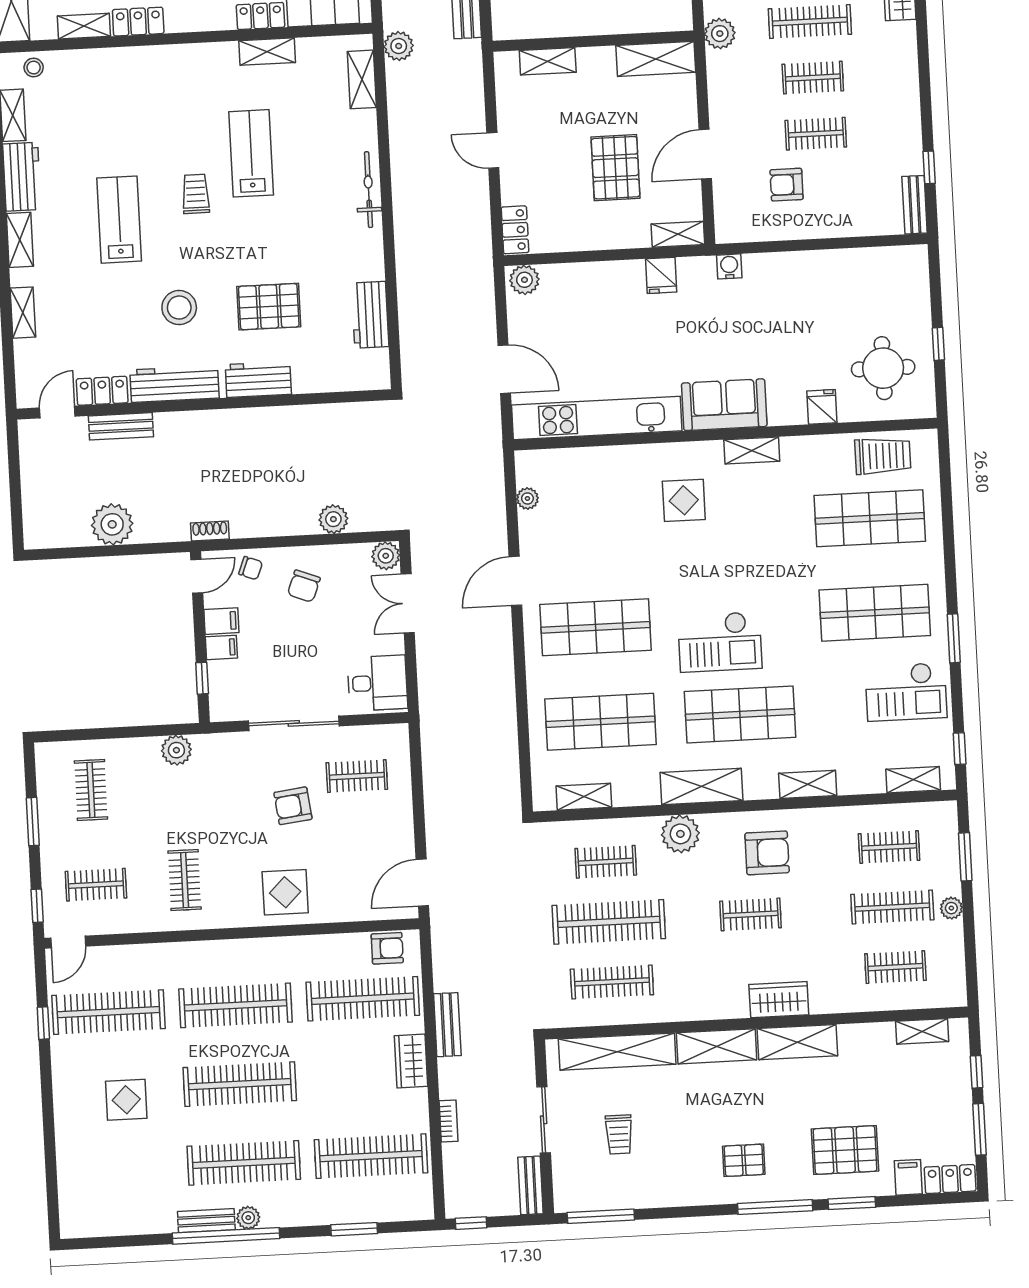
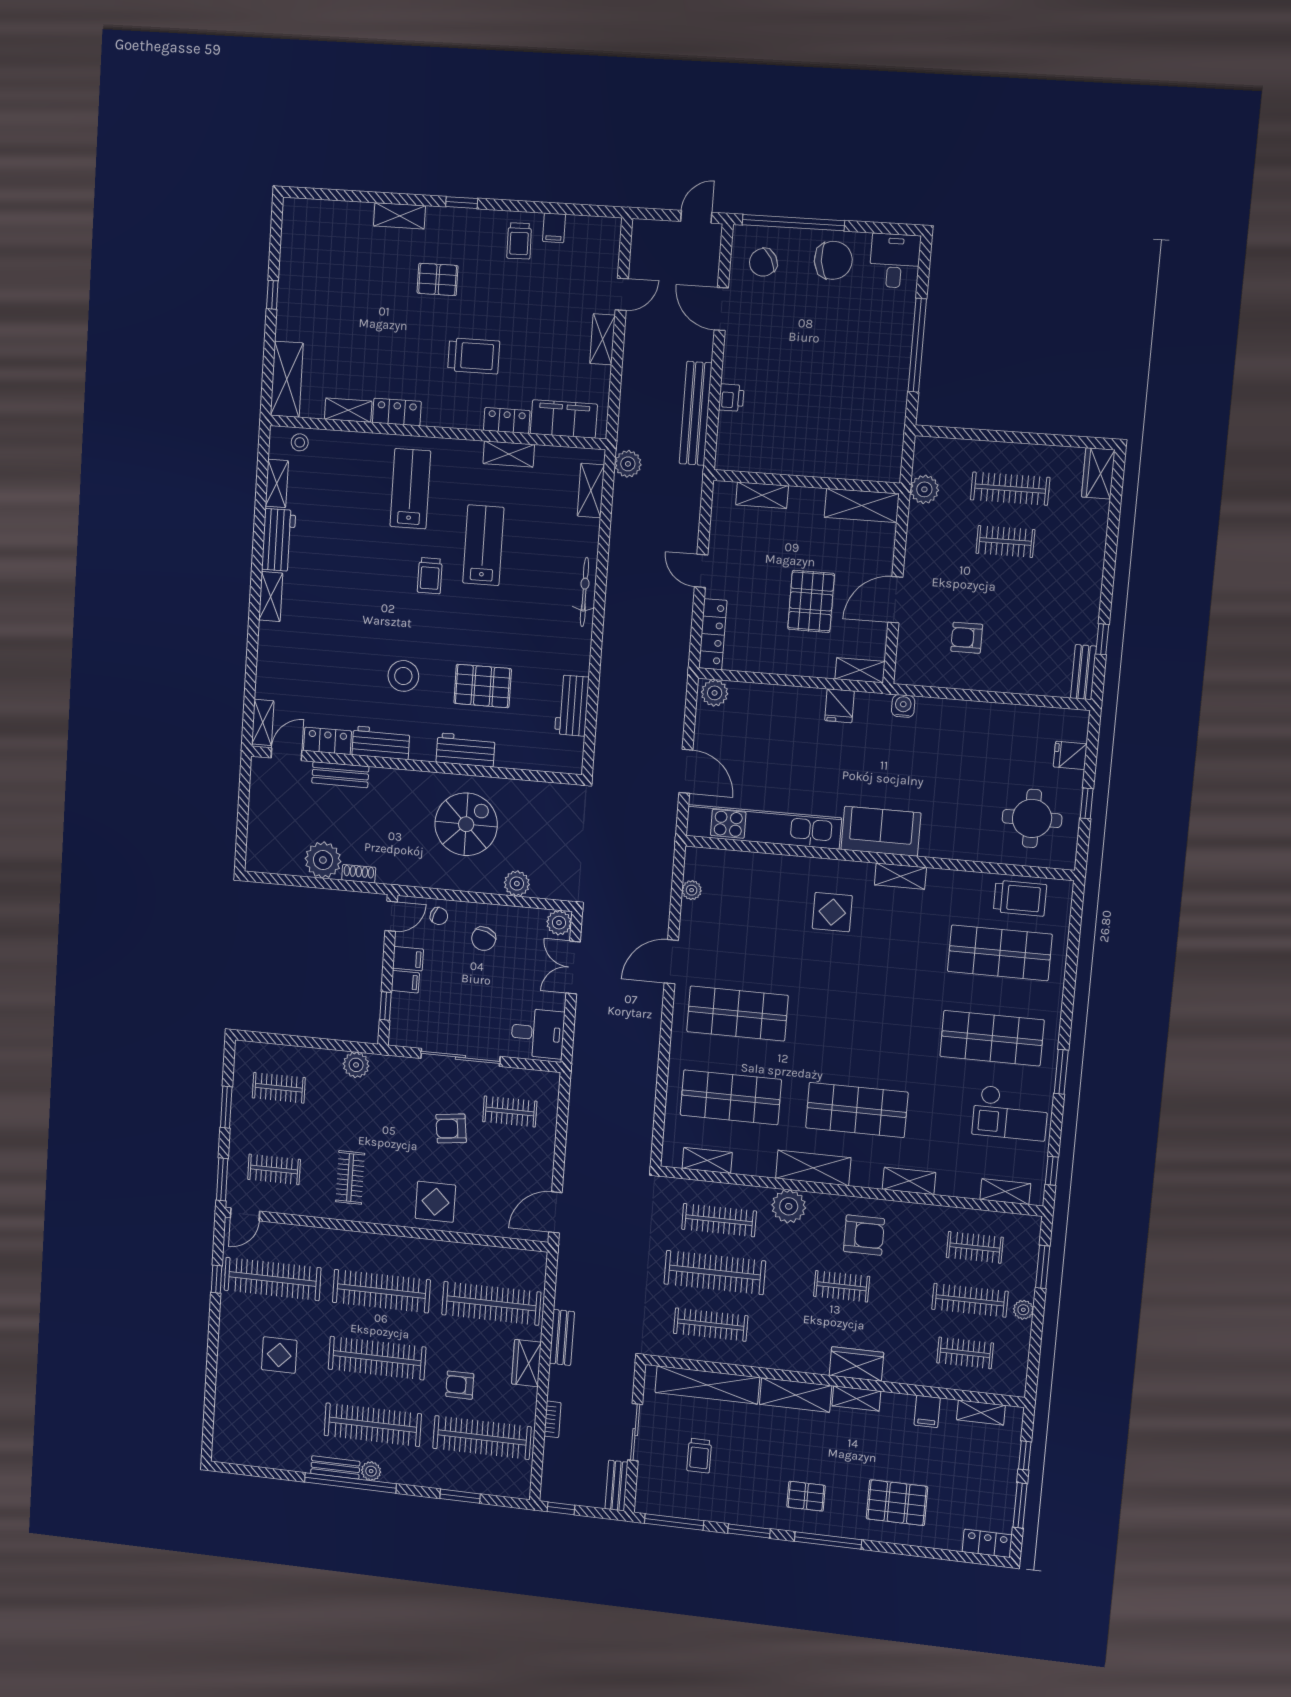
clothes rail: (816, 134) -> (1001, 594), removed
trolley: (196, 194) -> (430, 576), turned 180
lab bench: (119, 220) -> (410, 489), moved
locker: (515, 230) -> (713, 634), width x1.53
shelving: (23, 313) -> (263, 722), moved
workbench: (174, 384) -> (381, 743), width x0.73
fridge: (822, 407) -> (1070, 755), moved, turned -90
spiral stairs: (269, 461) -> (466, 824), added
shoe rack: (210, 531) -> (359, 874), moved
checkout: (720, 642) -> (848, 1043), removed
clothes rail: (91, 790) -> (279, 1088), turned 90
clothes rail: (606, 862) -> (719, 1220), width x1.36
window: (37, 906) -> (222, 1179), width x1.50
armchair: (387, 948) -> (460, 1385), moved, turned 180
shelving: (797, 1042) -> (856, 1398), width x0.67, depth x0.75
filing cabinet: (908, 1177) -> (927, 1411), moved, turned 180
window: (852, 1203) -> (749, 1531), moved

